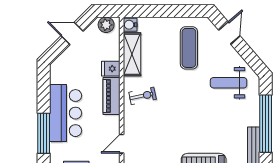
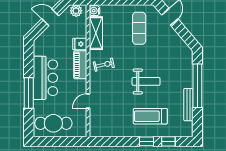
weight bench: (229, 83) -> (146, 81), moved, turned 180

